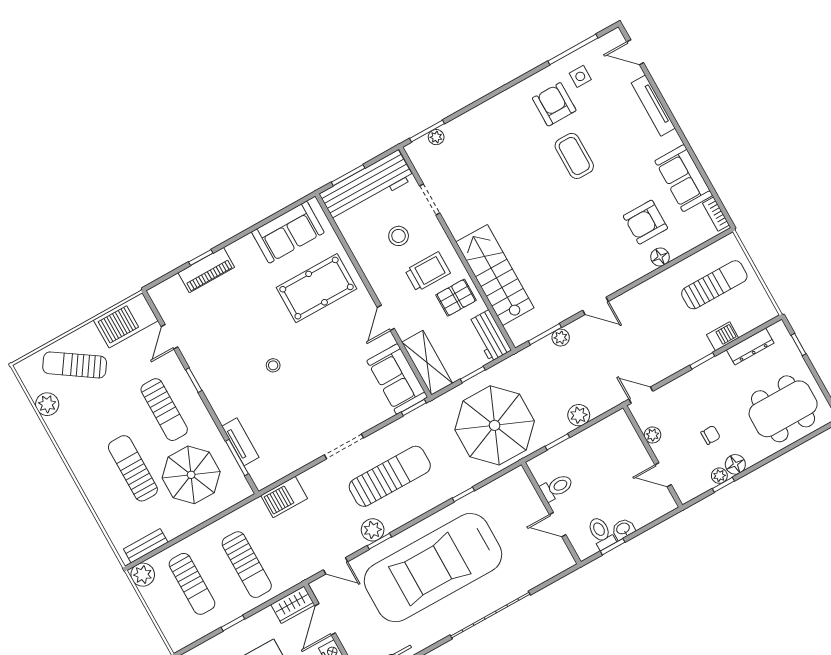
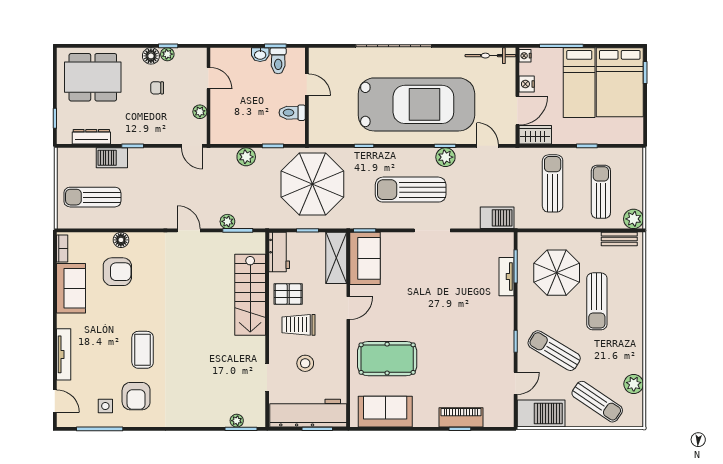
barbecue: (723, 336) -> (112, 158), width x1.38, depth x1.27
stool: (273, 365) -> (451, 319), removed
sun lounger: (164, 410) -> (554, 351), moved, turned -59

